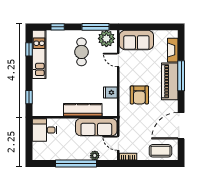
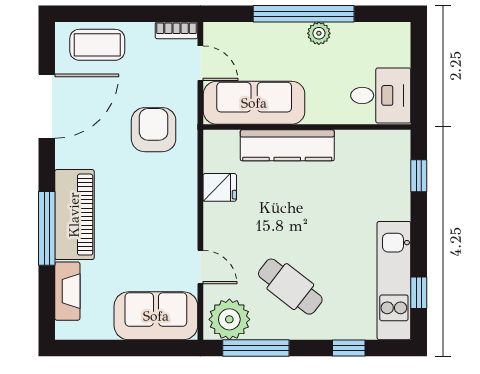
cafe table: (81, 52) -> (290, 287), turned -52
armchair: (139, 95) -> (154, 130), moved
plant: (95, 156) -> (319, 33), moved

